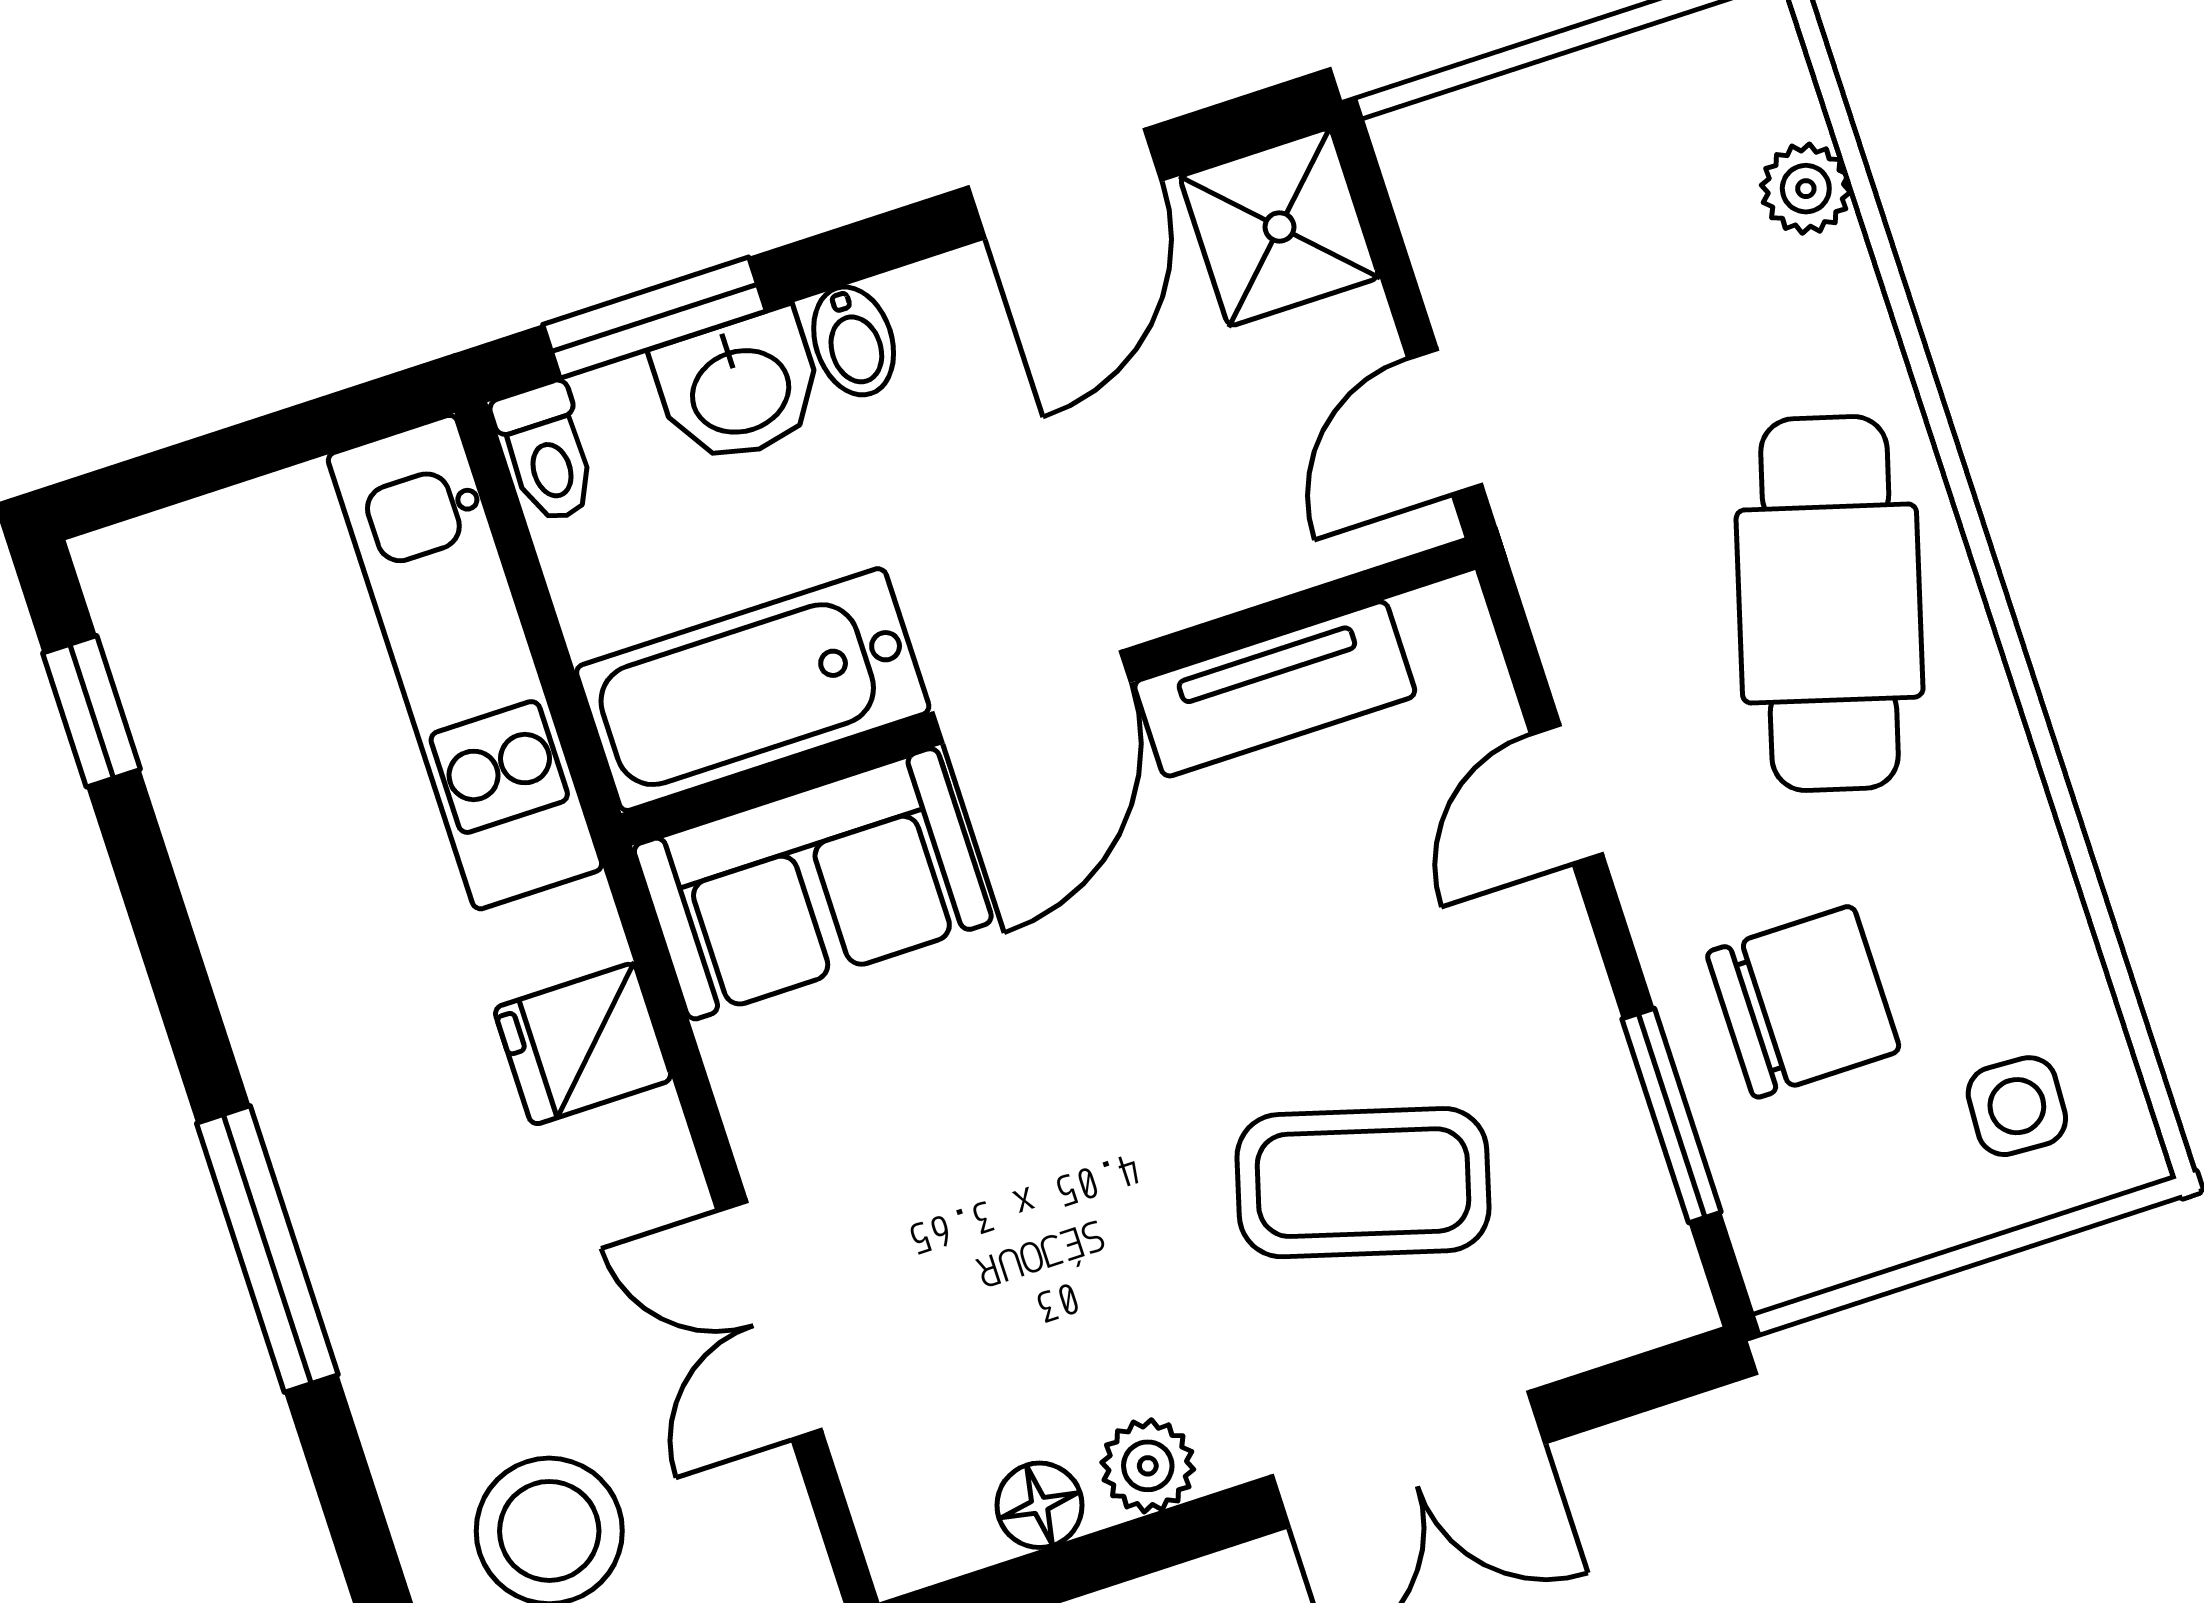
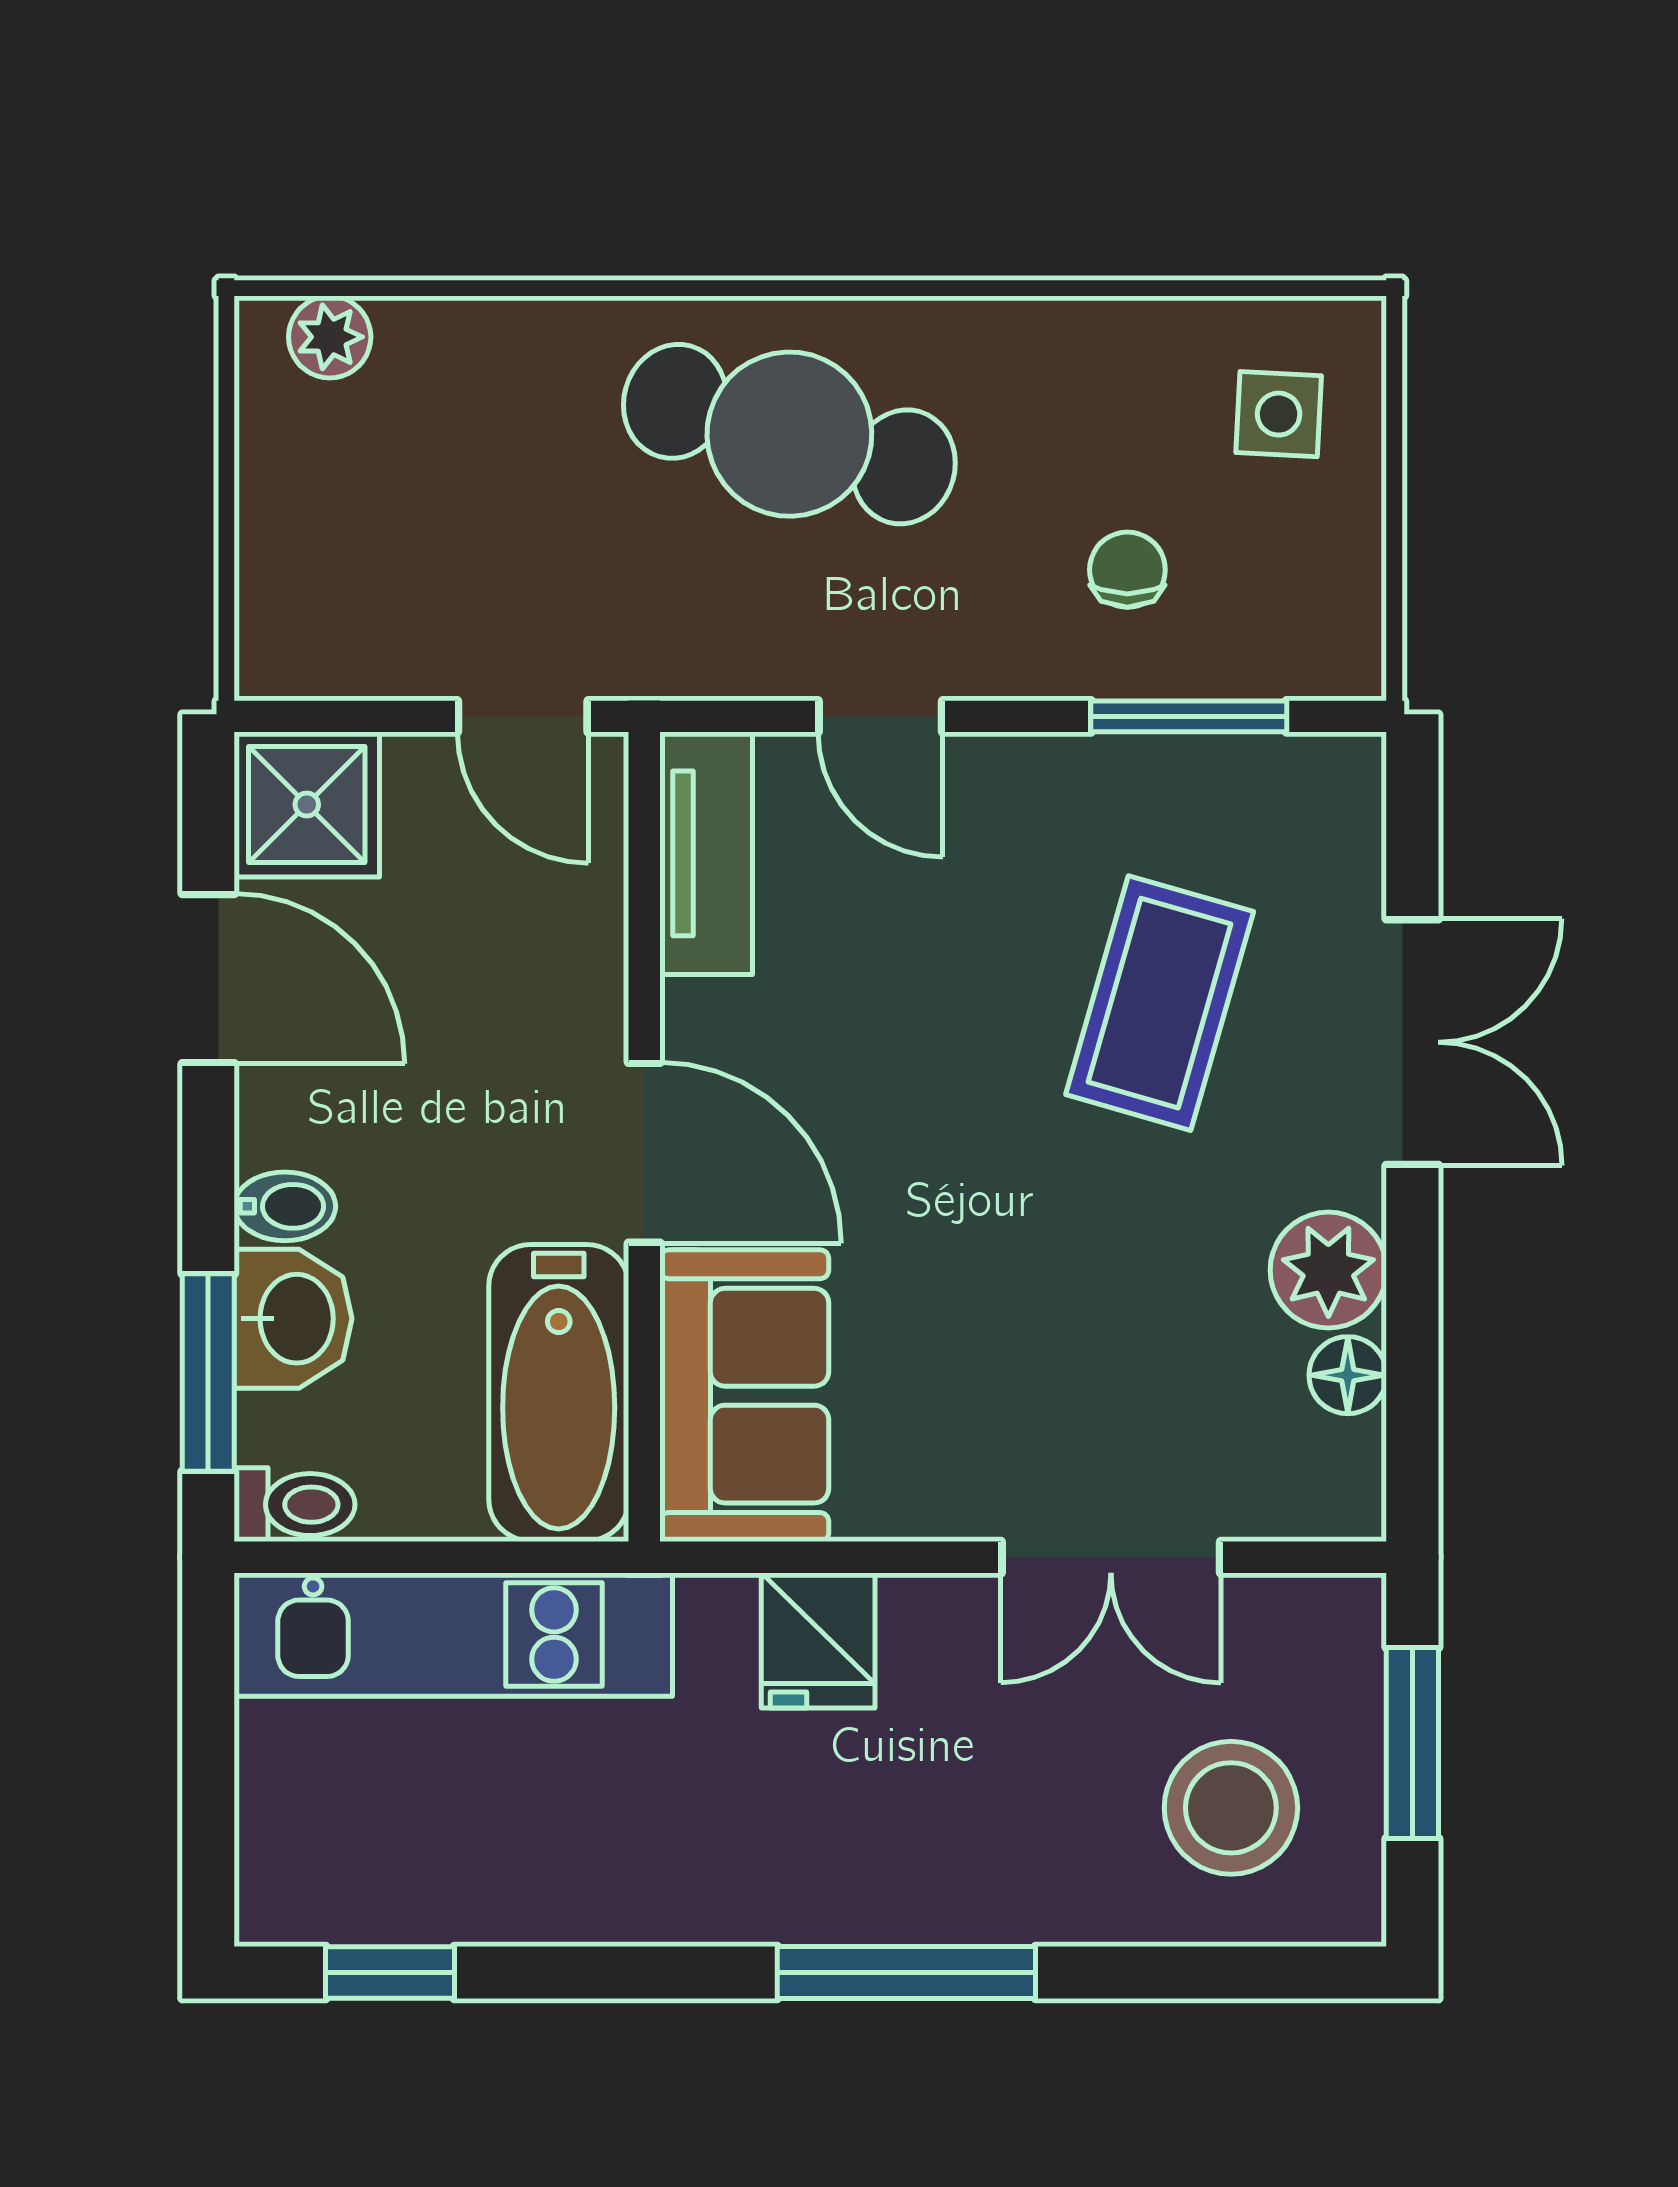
plant: (1806, 189) -> (330, 337), moved
tv unit: (1275, 689) -> (706, 853), moved
chair: (1803, 1002) -> (1127, 570), width x0.54, depth x0.54
plant: (1148, 1466) -> (1328, 1270), width x1.38, depth x1.38

